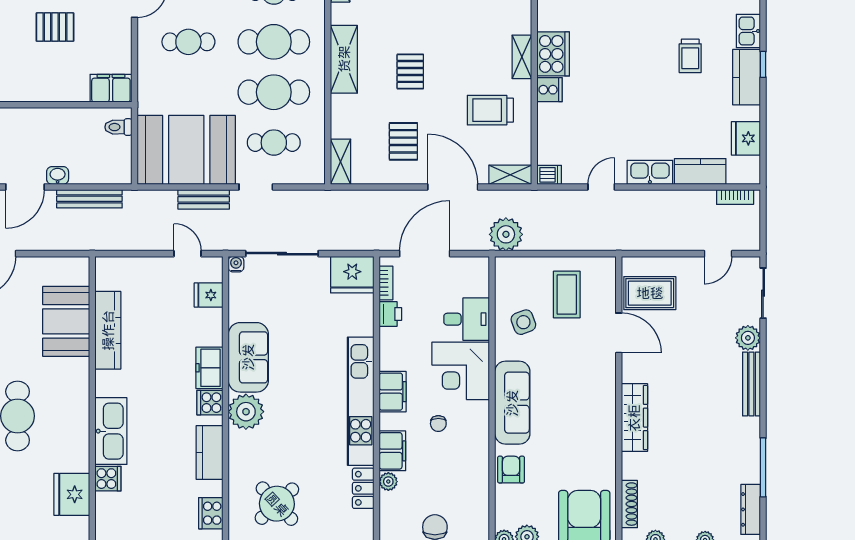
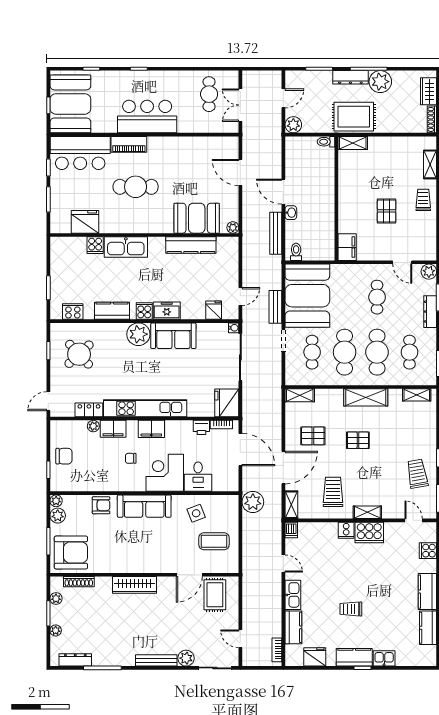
trolley: (690, 56) -> (351, 609), moved
toilet: (118, 127) -> (296, 252), moved
plant: (81, 265) -> (233, 227), added

